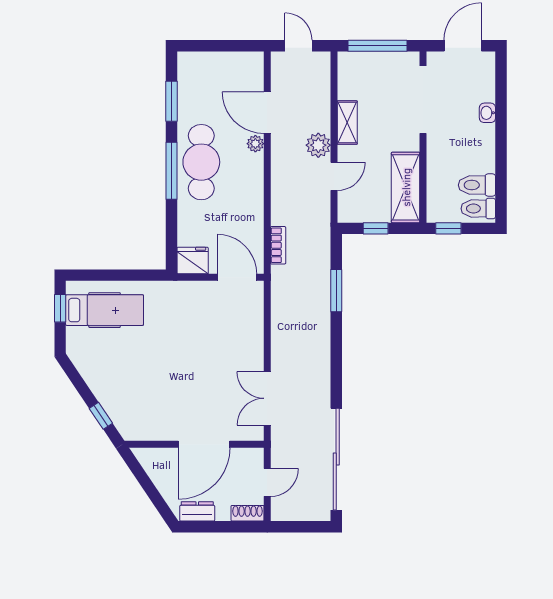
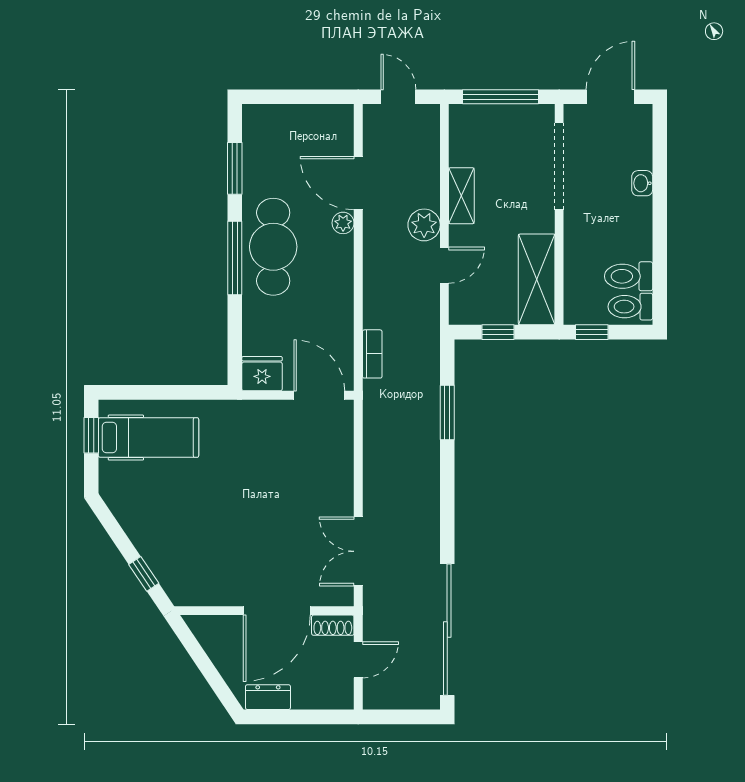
shoe rack: (248, 513) -> (333, 625), moved, turned 180

